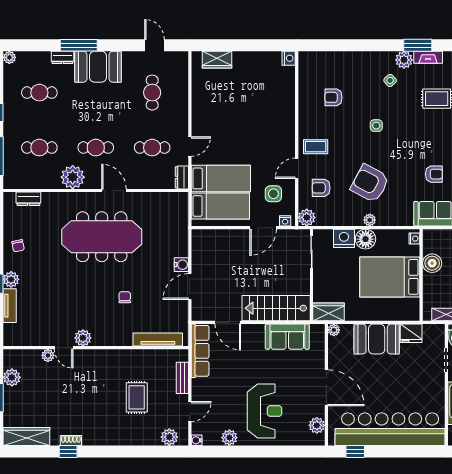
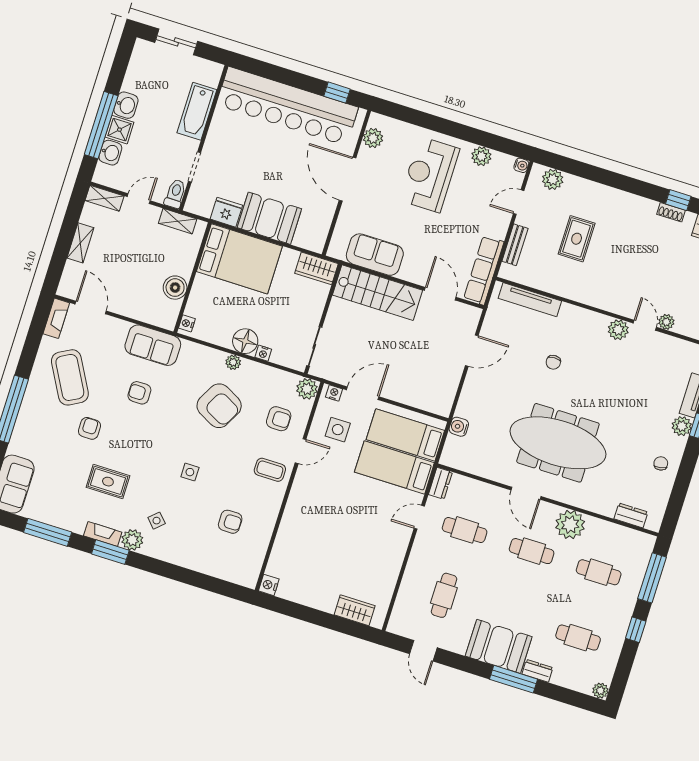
nightstand: (344, 238) -> (263, 353), width x0.53, depth x0.56
water cooler: (181, 265) -> (459, 427), moved
bed: (390, 277) -> (239, 259), moved
plant: (334, 330) -> (317, 245), removed

